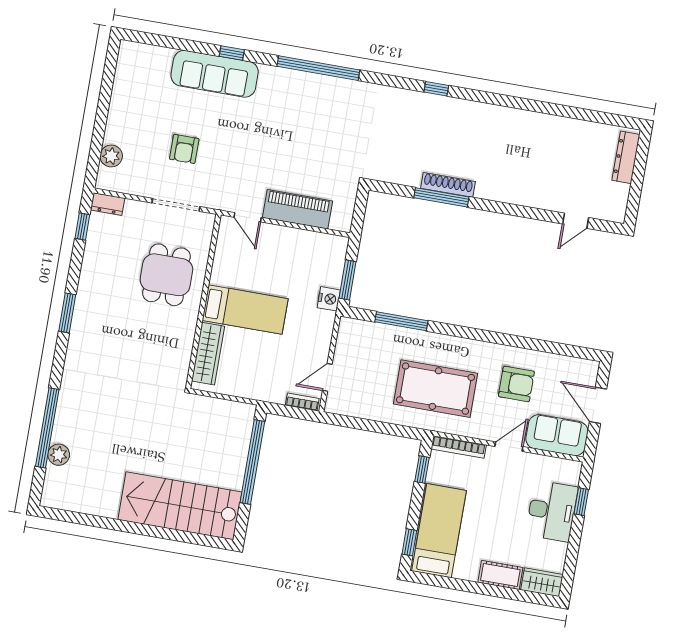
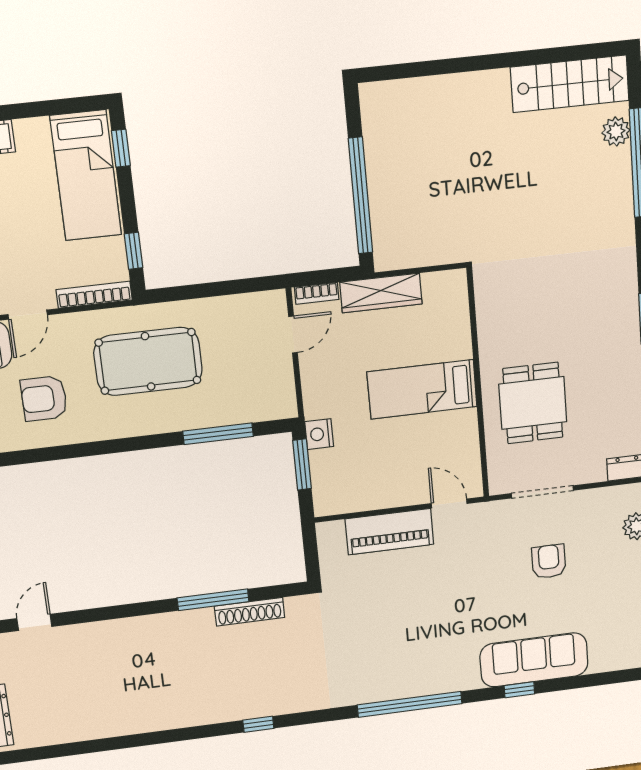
shoe rack: (448, 185) -> (250, 612), moved
wardrobe: (208, 354) -> (381, 293), moved, turned -90
stairs: (180, 506) -> (570, 84), moved, width x0.73, depth x0.66

